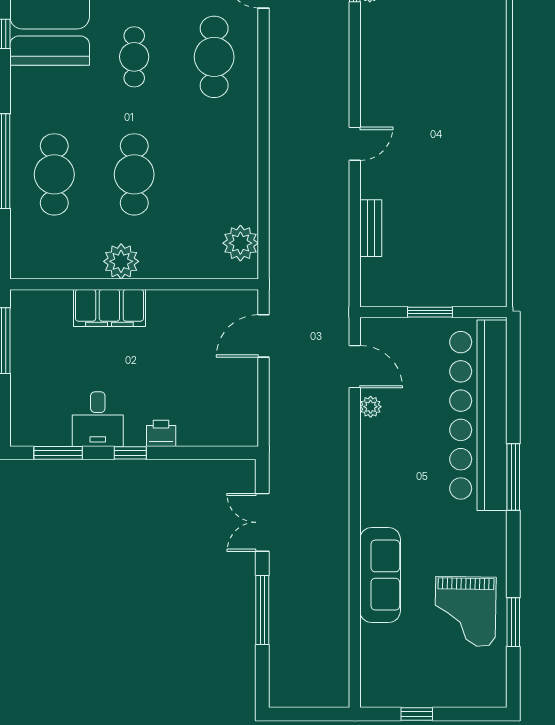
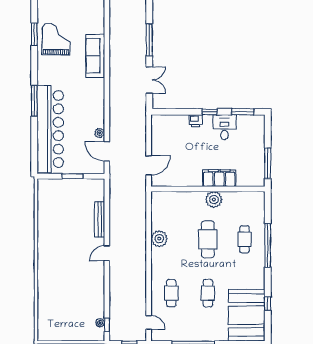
cafe table: (214, 57) -> (171, 293), width x0.73, depth x0.74
cafe table: (54, 174) -> (245, 239), width x0.73, depth x0.74
bench: (371, 228) -> (100, 219), width x1.36
plant: (240, 243) -> (159, 239), moved

